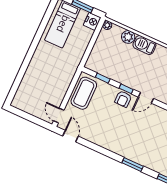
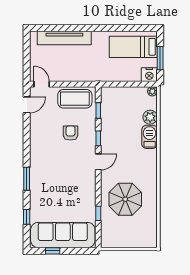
tv unit: (29, 79) -> (64, 38), added
door: (146, 98) -> (98, 162), swing flipped
armchair: (123, 99) -> (71, 133), moved, turned 90
door: (59, 116) -> (42, 84), hinge flipped

